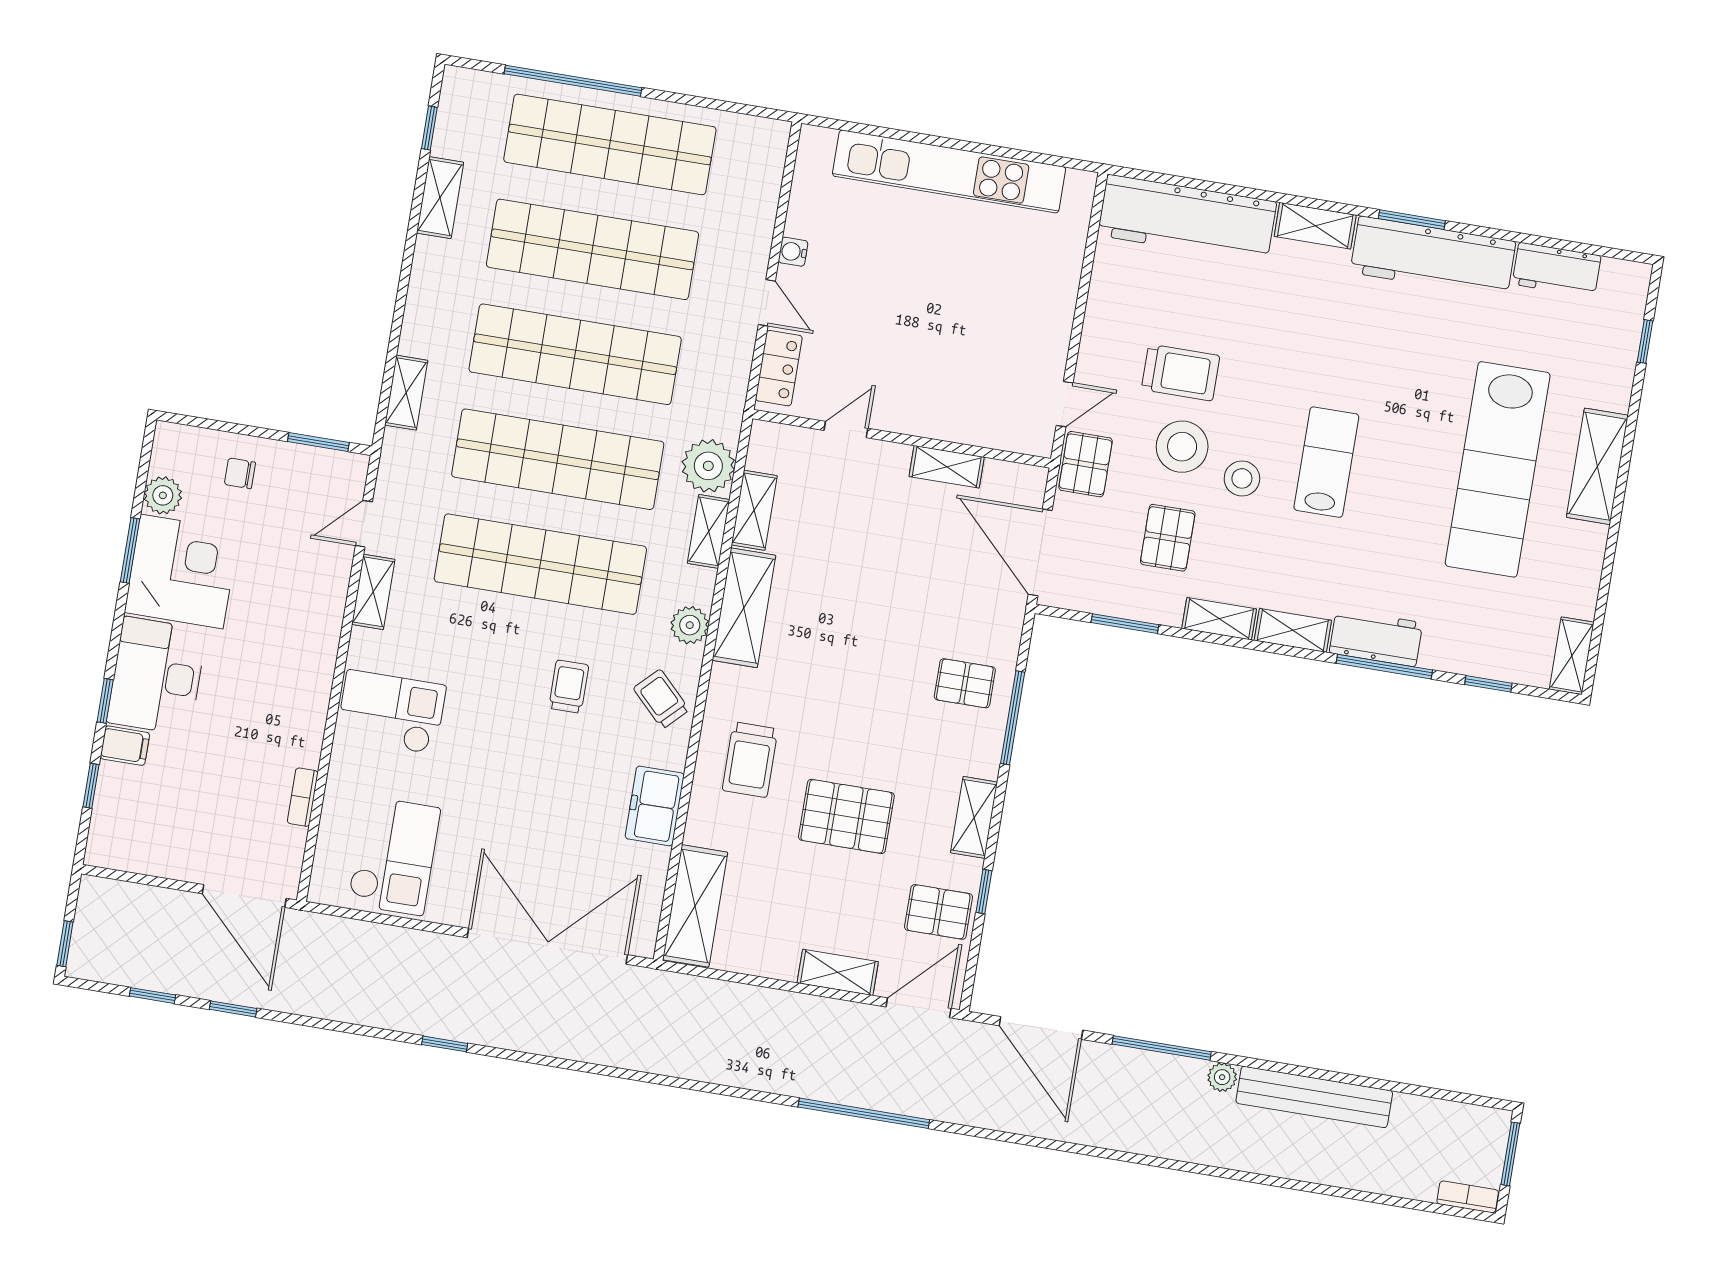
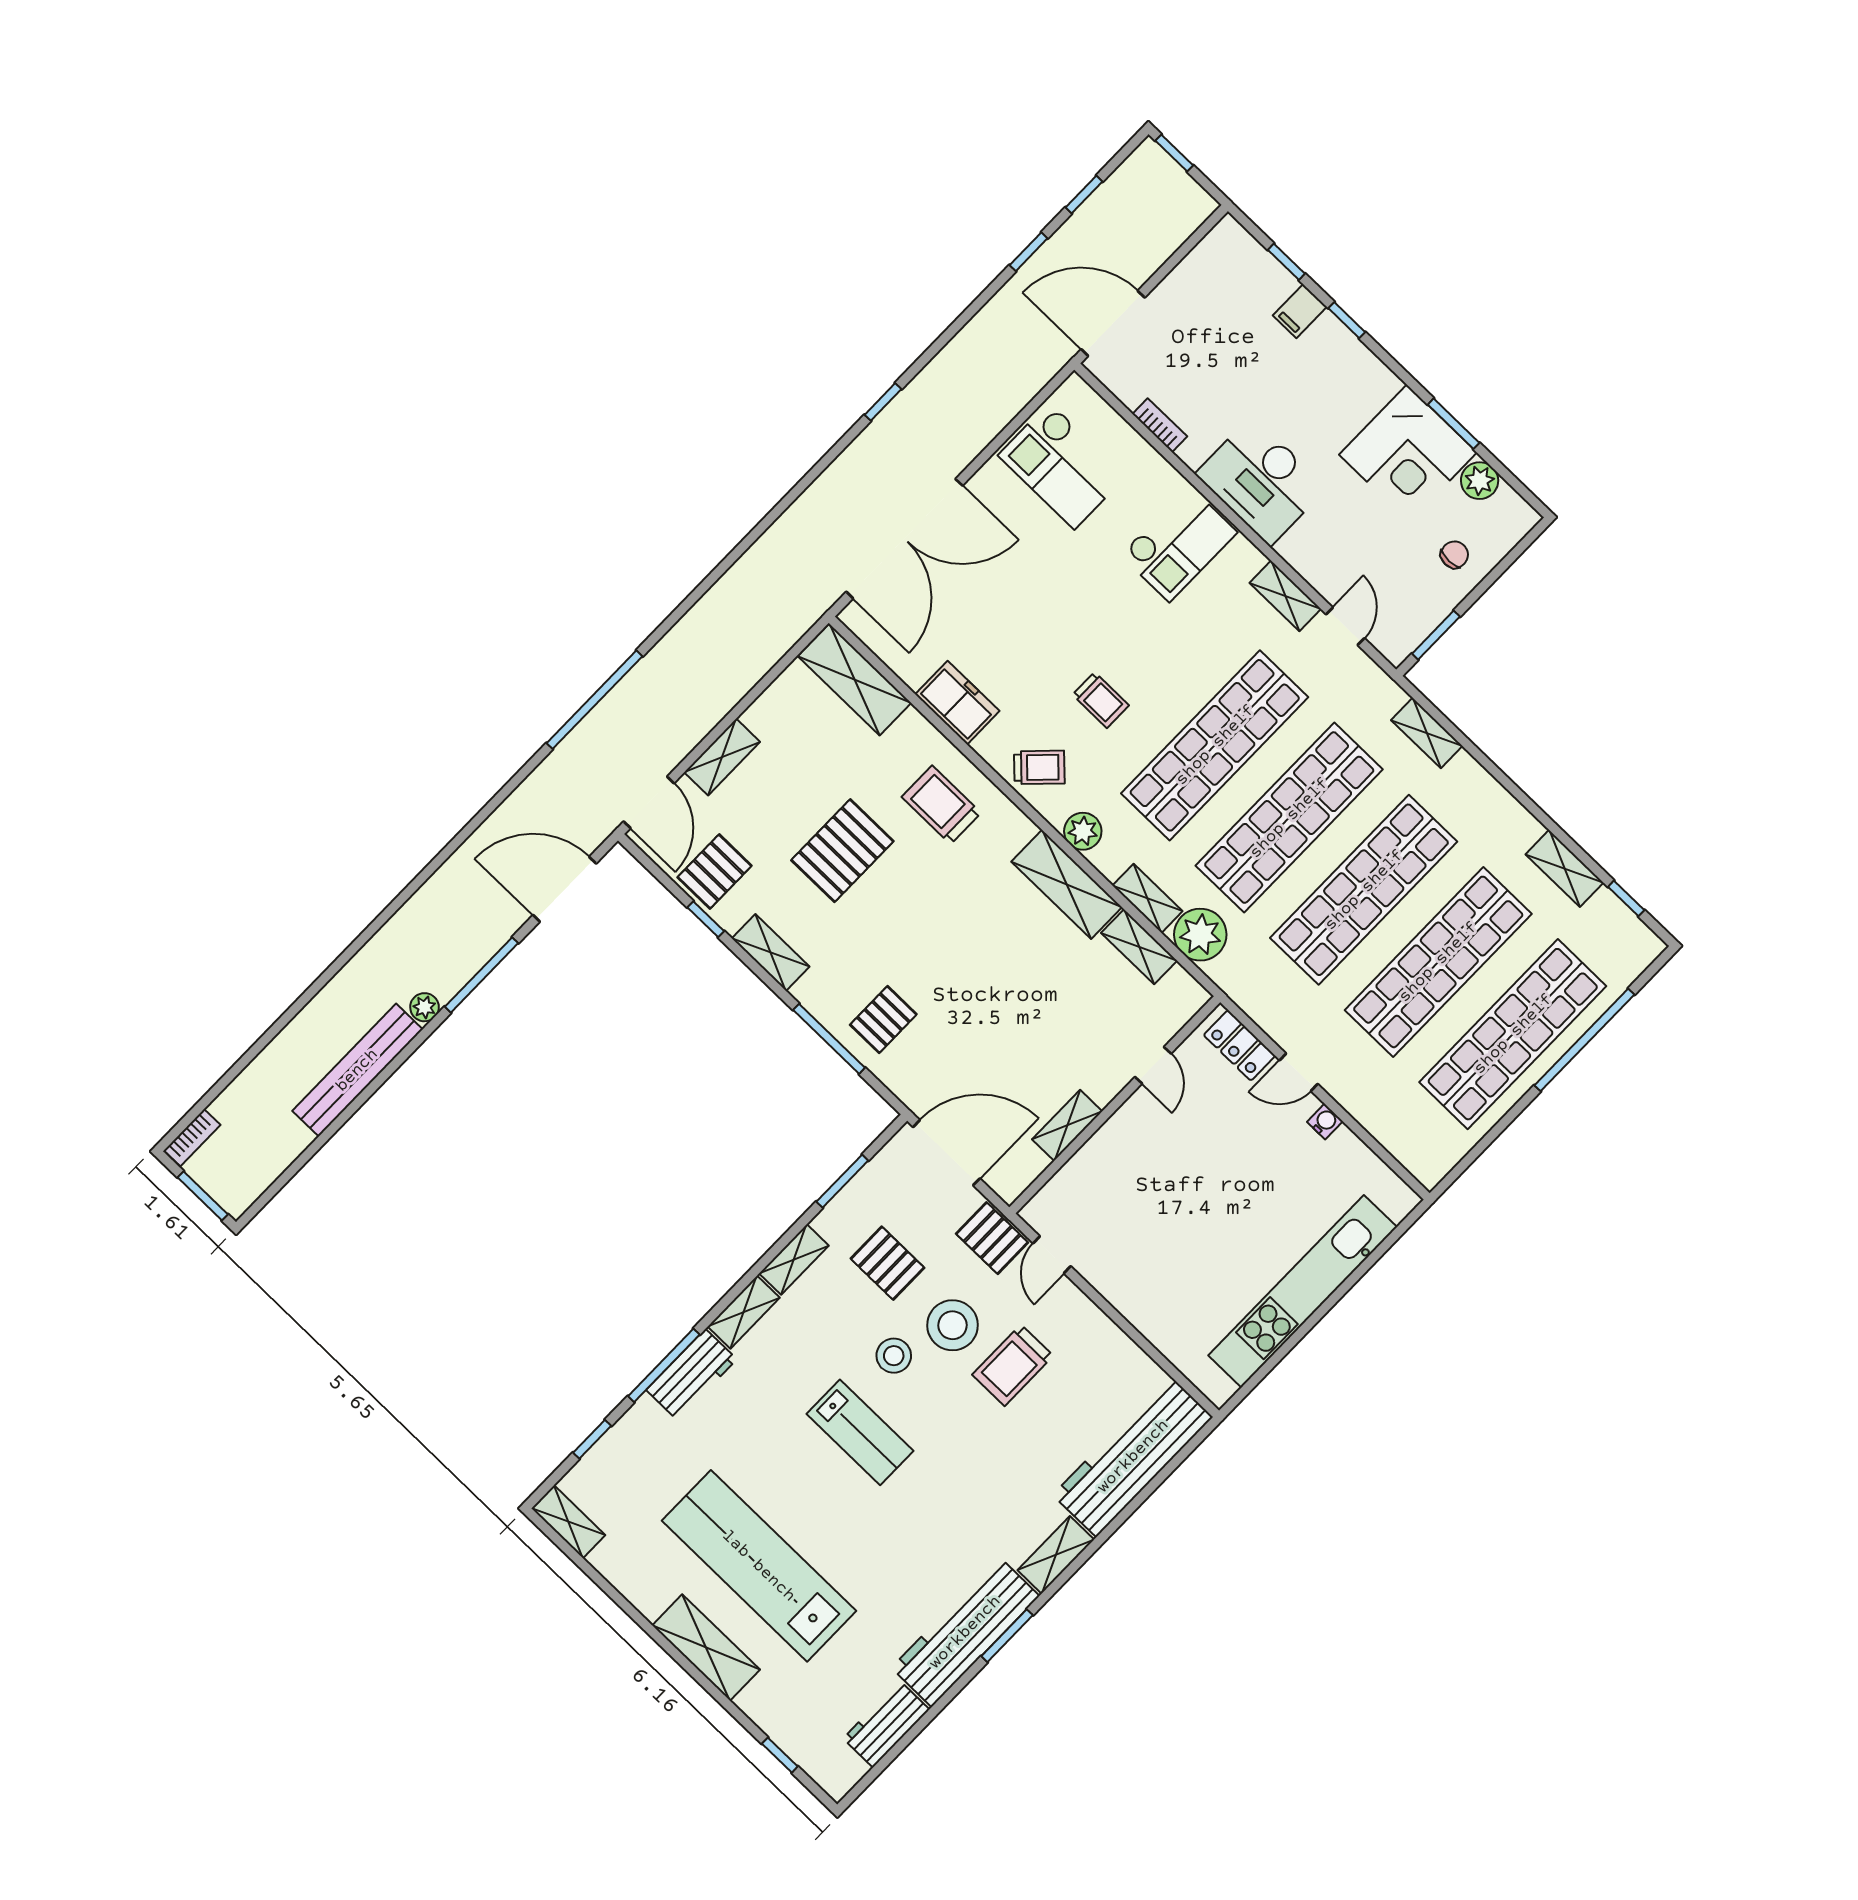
desk: (157, 676) -> (1261, 481), moved, turned 180

